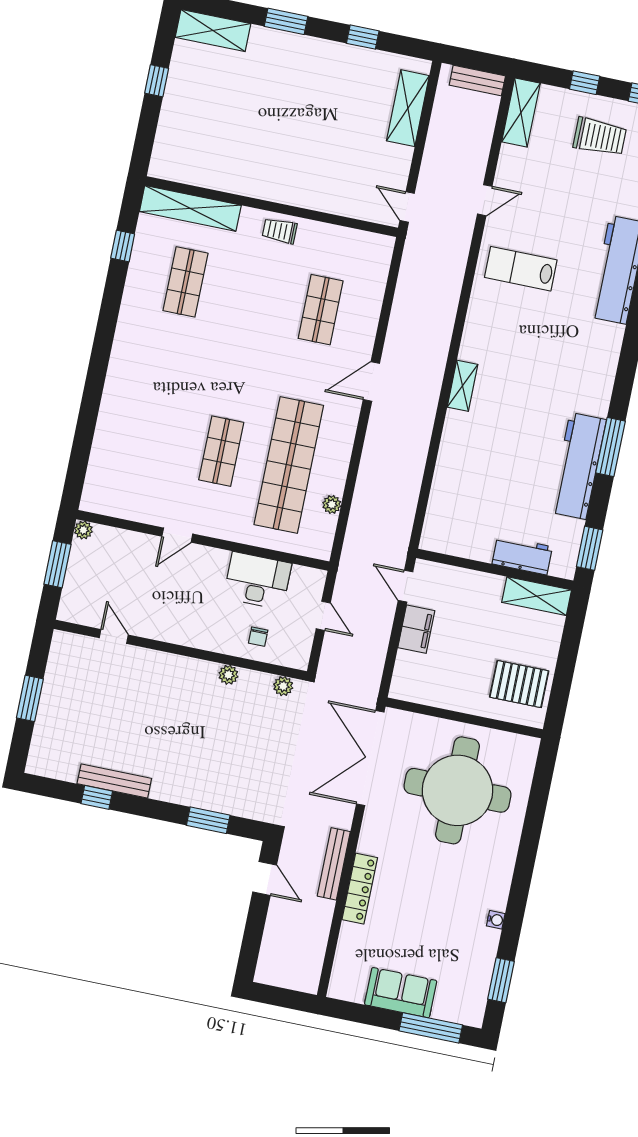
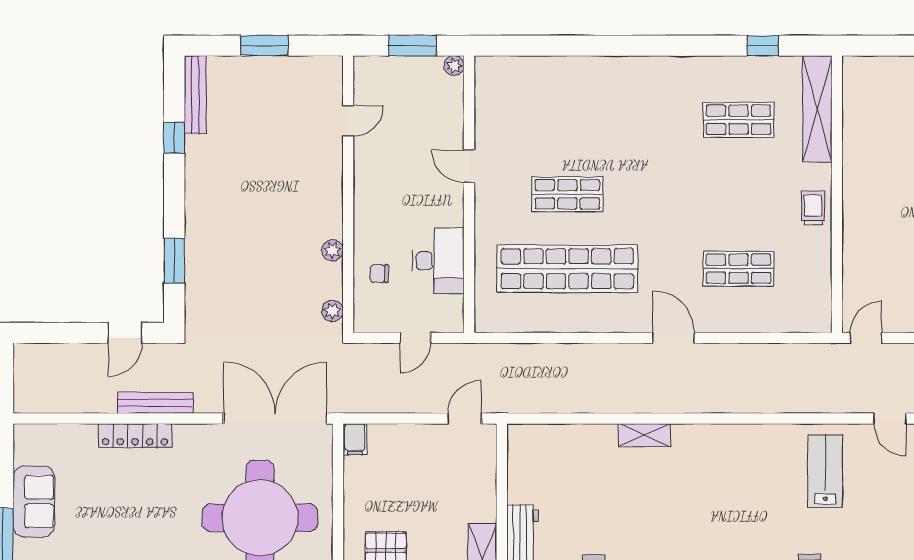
shelving: (462, 386) -> (645, 435), moved
plant: (332, 504) -> (535, 323), removed
filing cabinet: (416, 629) -> (355, 439), moved, width x0.50
bench: (114, 781) -> (195, 95), moved

